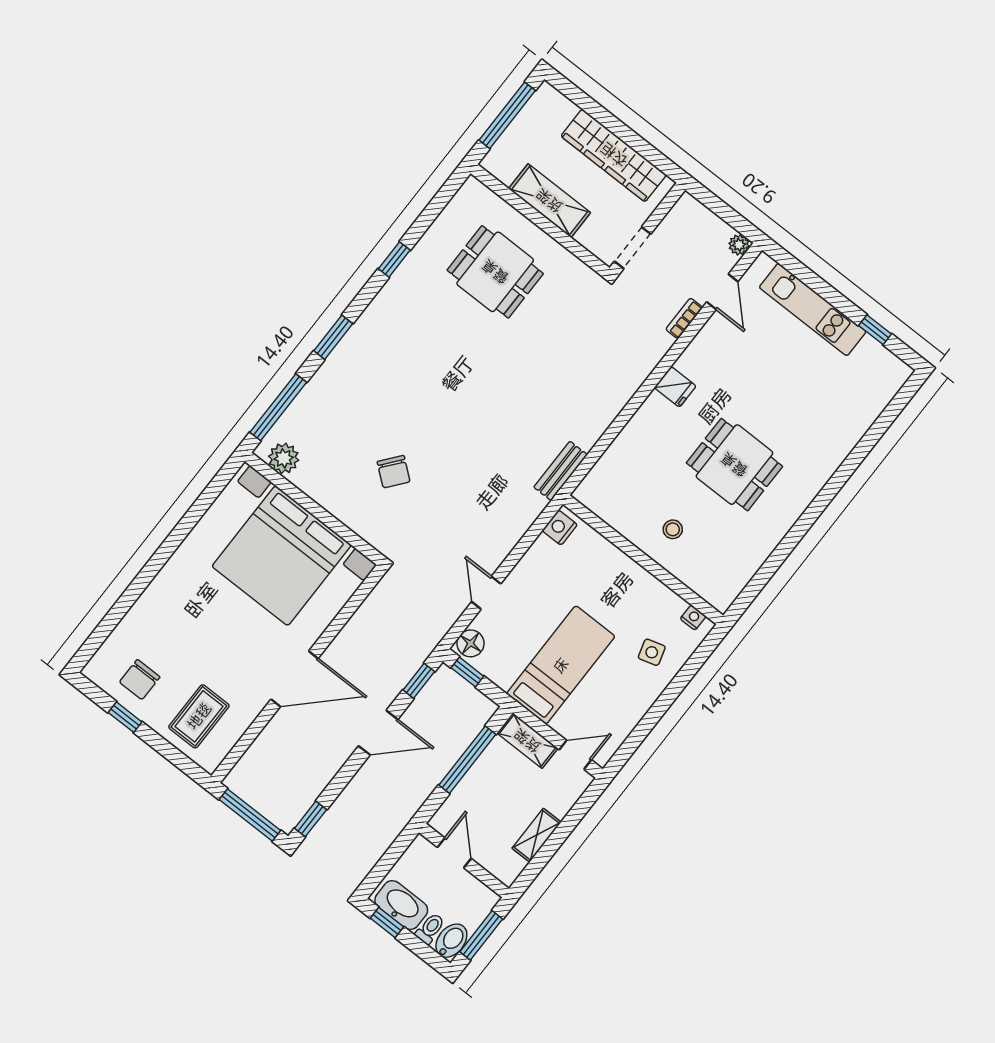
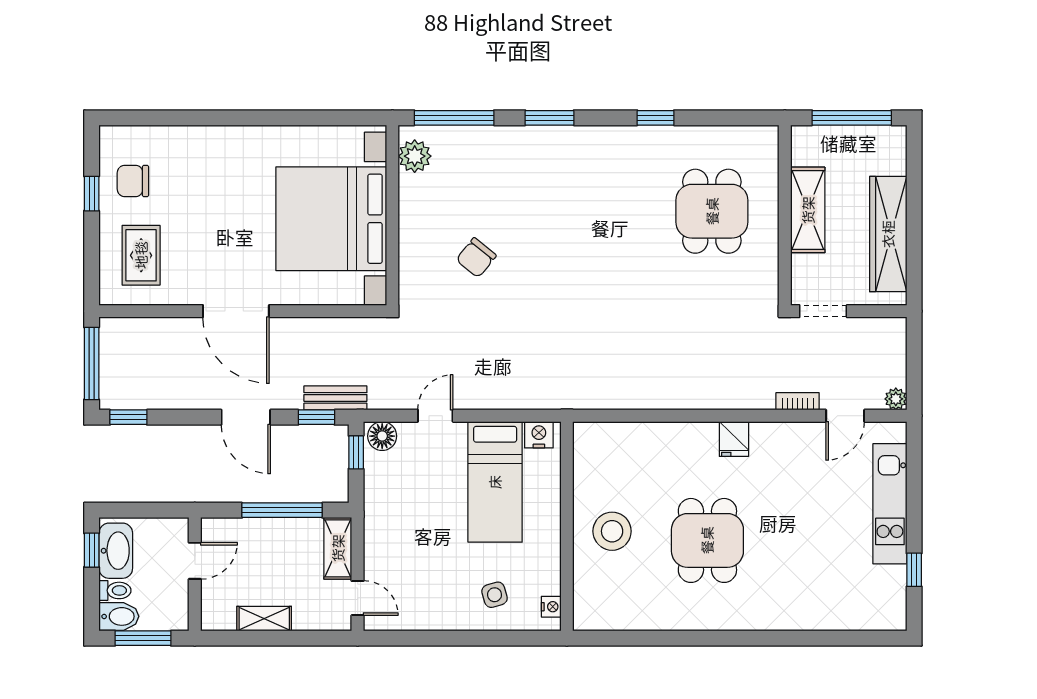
bench: (561, 471) -> (335, 398), moved
stool: (673, 529) -> (612, 531), width x1.89, depth x1.89
bed: (561, 665) -> (495, 482), moved, turned 90
rug: (199, 716) -> (141, 255), turned 90

